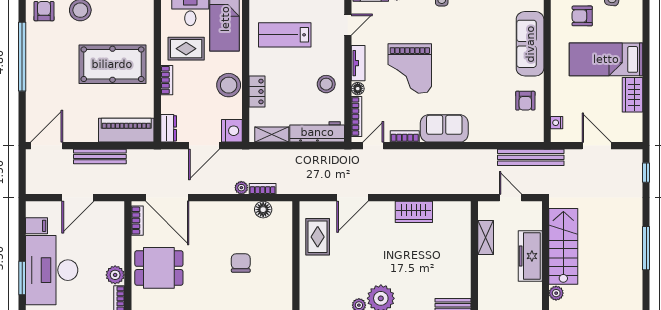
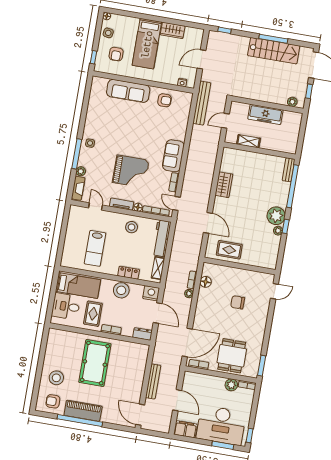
piano: (126, 130) -> (83, 411), moved, turned 90
filing cabinet: (36, 226) -> (185, 429), width x2.00
stairs: (563, 246) -> (274, 51), moved, turned 180

